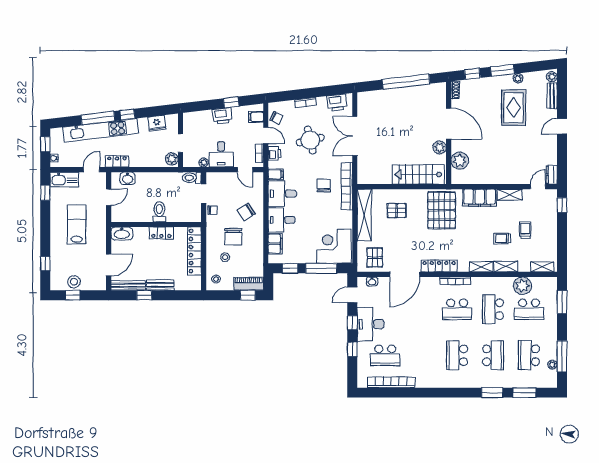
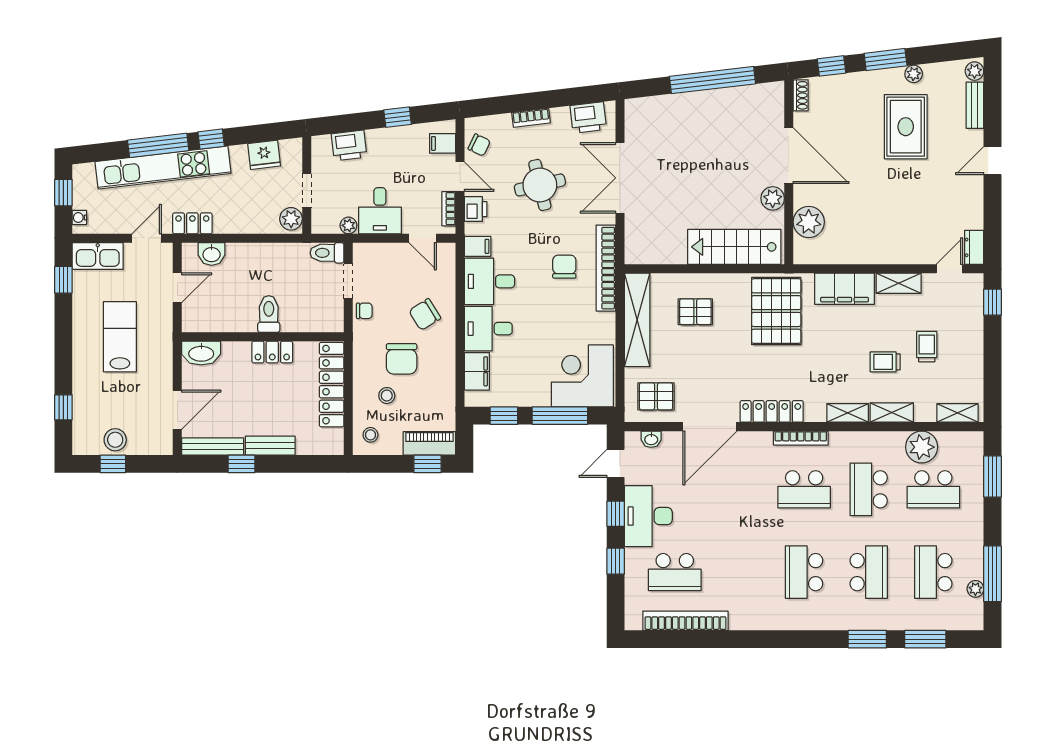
printer: (222, 116) -> (349, 145), moved
pallet: (375, 258) -> (656, 396), turned 90

